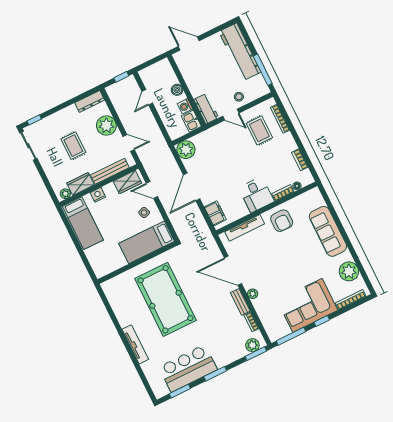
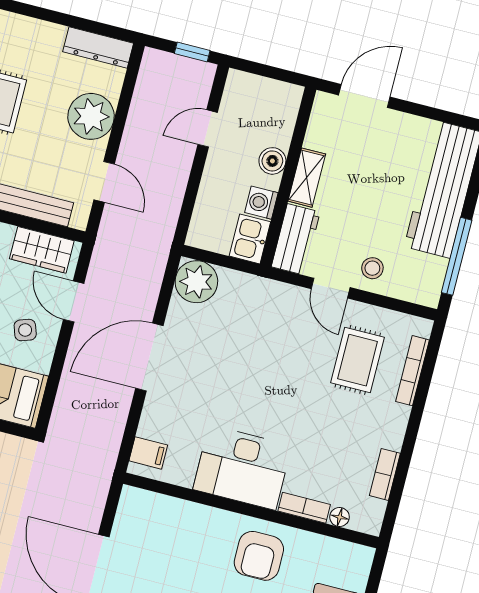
door: (189, 44) -> (364, 96), hinge flipped
shelving: (193, 86) -> (307, 178), added
desk: (256, 195) -> (242, 468), width x1.37
filing cabinet: (215, 213) -> (148, 453), width x0.50
tv unit: (245, 228) -> (182, 512), removed

